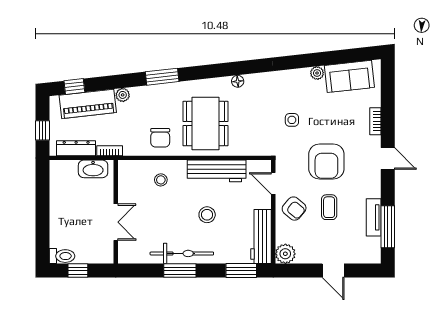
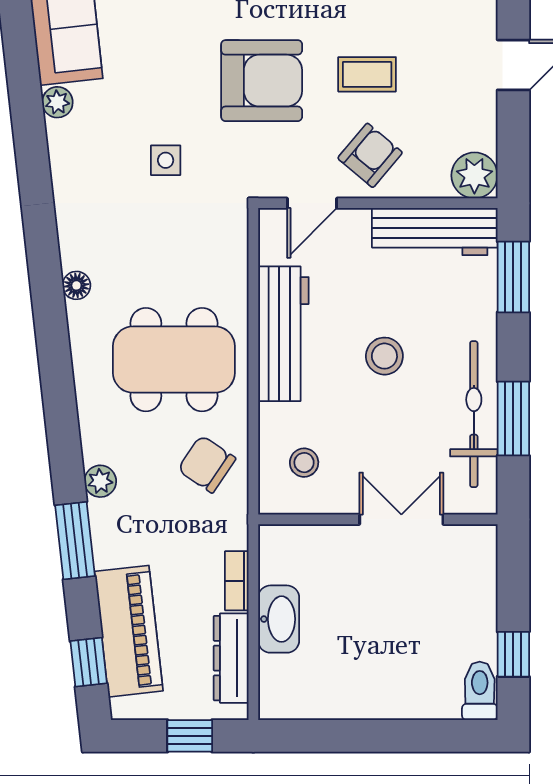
window: (162, 77) -> (75, 541), moved
plant: (123, 95) -> (100, 481), moved
chair: (160, 138) -> (207, 464), turned -146
wall: (116, 212) -> (378, 519), moved
double door: (116, 222) -> (401, 519), moved

